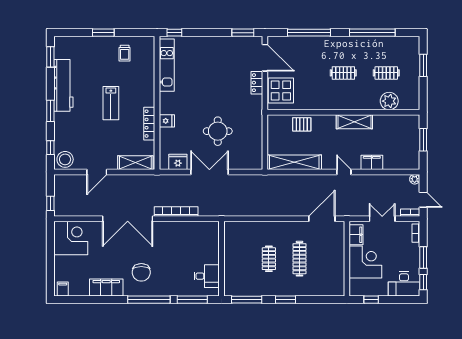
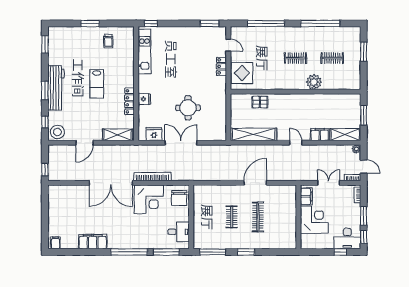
door: (265, 58) -> (228, 45), width x0.53
workbench: (63, 85) -> (56, 88), moved
plant: (389, 101) -> (314, 82), moved
shelving: (354, 122) -> (345, 135), moved
door: (322, 219) -> (255, 183), moved
corner desk: (71, 238) -> (149, 199), moved, turned 90
chair: (141, 272) -> (179, 198), moved
window: (371, 300) -> (340, 252), moved

